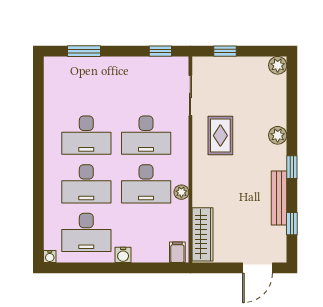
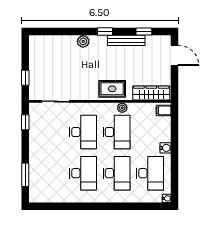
plant: (278, 65) -> (35, 41), removed
rug: (220, 136) -> (112, 89), moved

